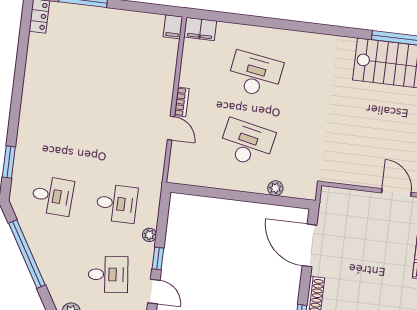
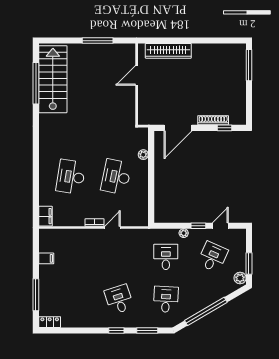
filing cabinet: (173, 27) -> (46, 258), moved
window: (14, 115) -> (116, 330), added
desk: (61, 125) -> (119, 299), added
desk: (108, 274) -> (213, 257), turned 30

